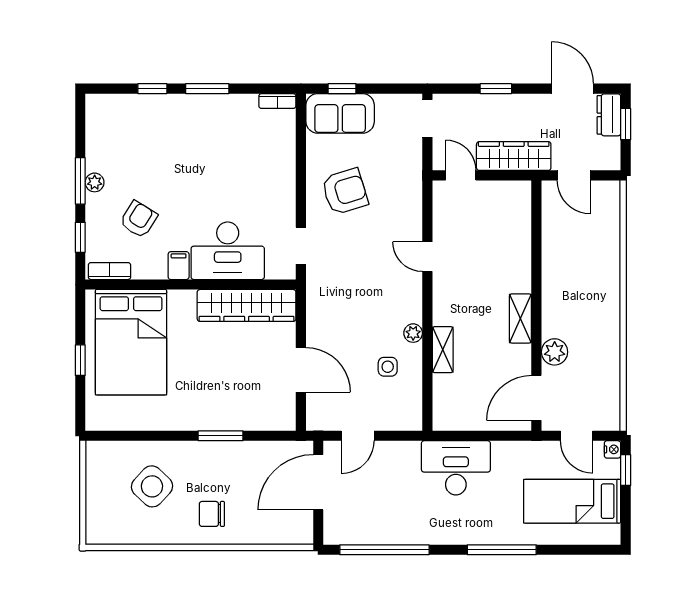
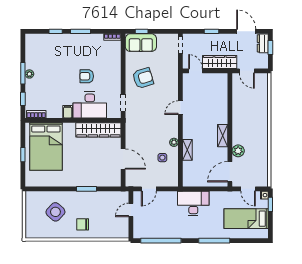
armchair: (139, 219) -> (87, 76), moved, turned -122
door: (427, 257) -> (180, 108), hinge flipped
door: (318, 482) -> (131, 210), width x0.53

